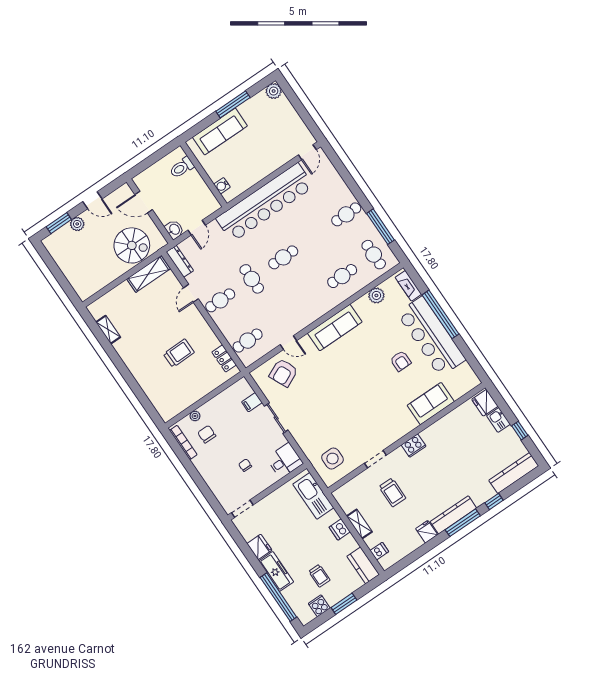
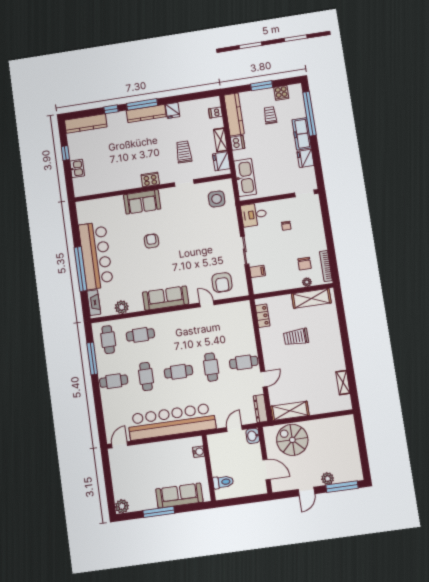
door: (92, 200) -> (306, 492), swing flipped
window: (59, 223) -> (342, 487), width x1.44
cafe table: (248, 341) -> (146, 376), moved, turned 90
armchair: (401, 361) -> (151, 241), moved
armchair: (283, 373) -> (222, 282), turned 115
shelving: (182, 401) -> (311, 298), added
fridge: (485, 403) -> (221, 161), moved, turned 180
sofa: (431, 404) -> (142, 202), moved
kitchen counter: (363, 565) -> (234, 114), width x1.50

